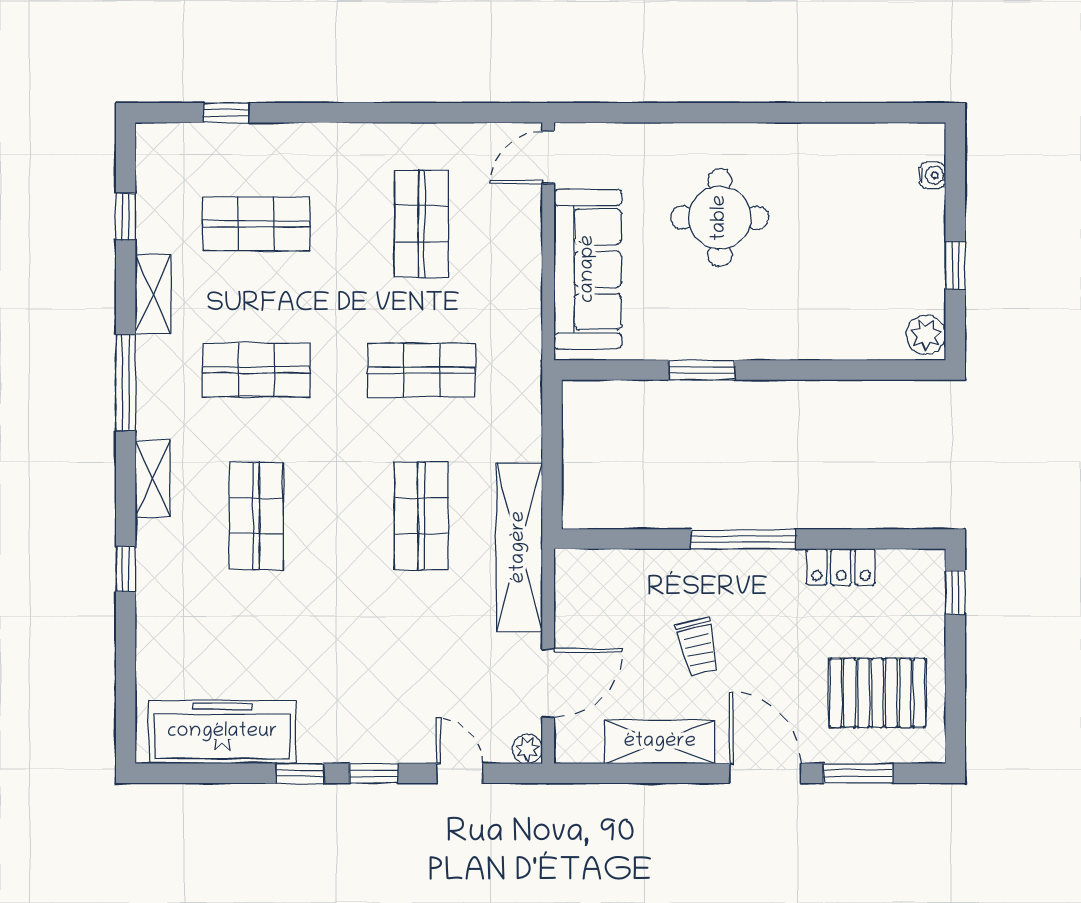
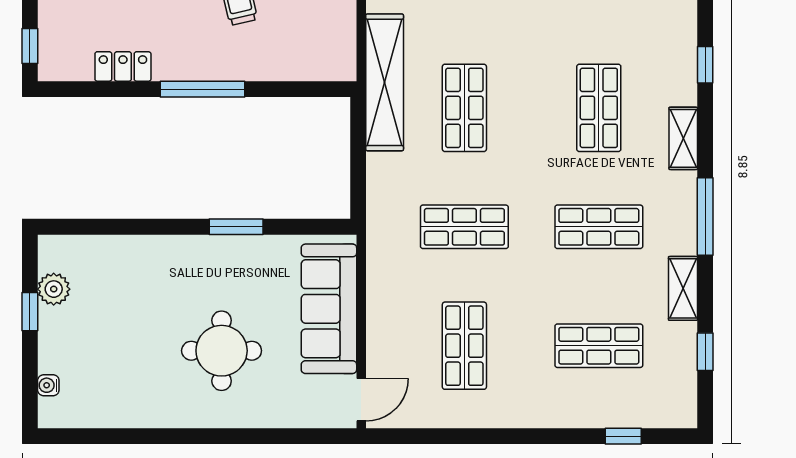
plant: (926, 335) -> (54, 289), moved

